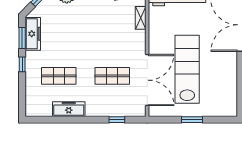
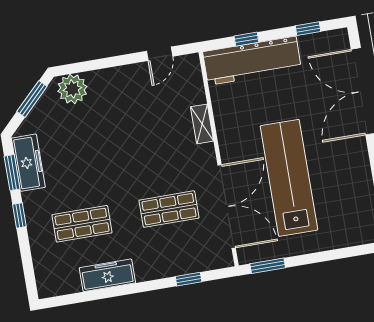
shelving: (141, 18) -> (202, 124), moved
window: (192, 120) -> (268, 266), moved

